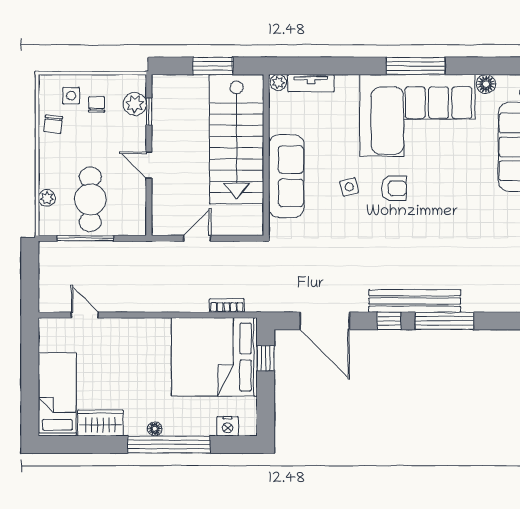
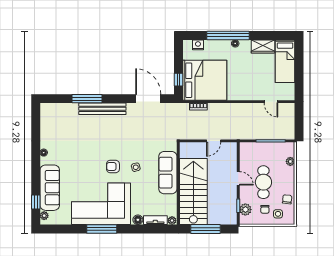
window: (213, 66) -> (206, 229), width x1.44
floor lamp: (486, 84) -> (138, 220), moved
cafe table: (90, 199) -> (263, 182), moved
window: (389, 321) -> (115, 99), removed

